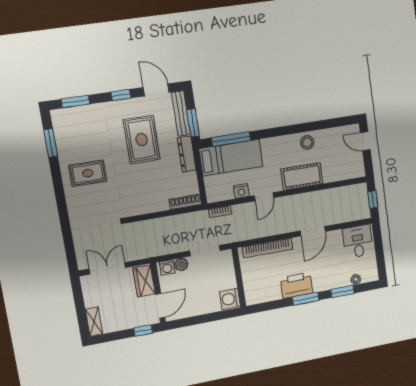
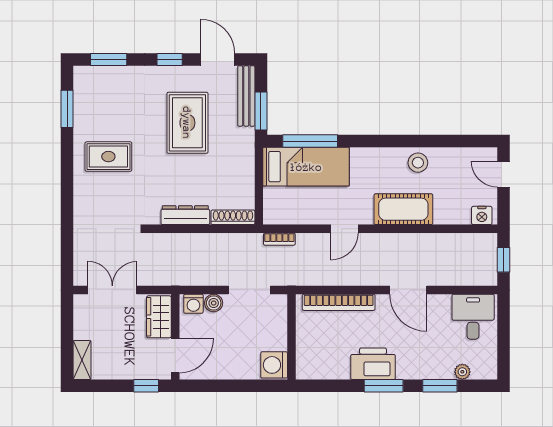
dresser: (187, 154) -> (185, 215), moved, turned 90
nightstand: (241, 191) -> (482, 215), moved
door: (313, 231) -> (408, 290), hinge flipped

